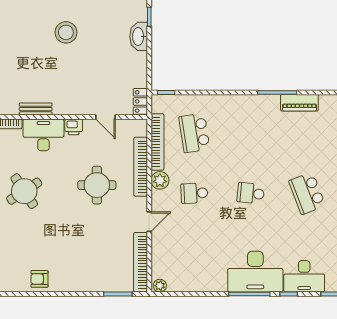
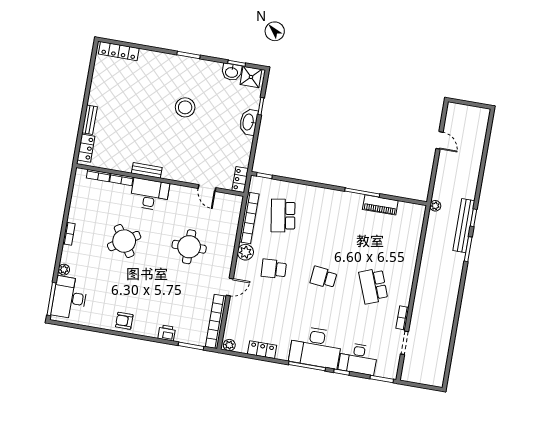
printer: (74, 127) -> (167, 333), moved, turned 180
bookcase: (141, 167) -> (230, 237), removed
locker: (197, 284) -> (262, 350), added

